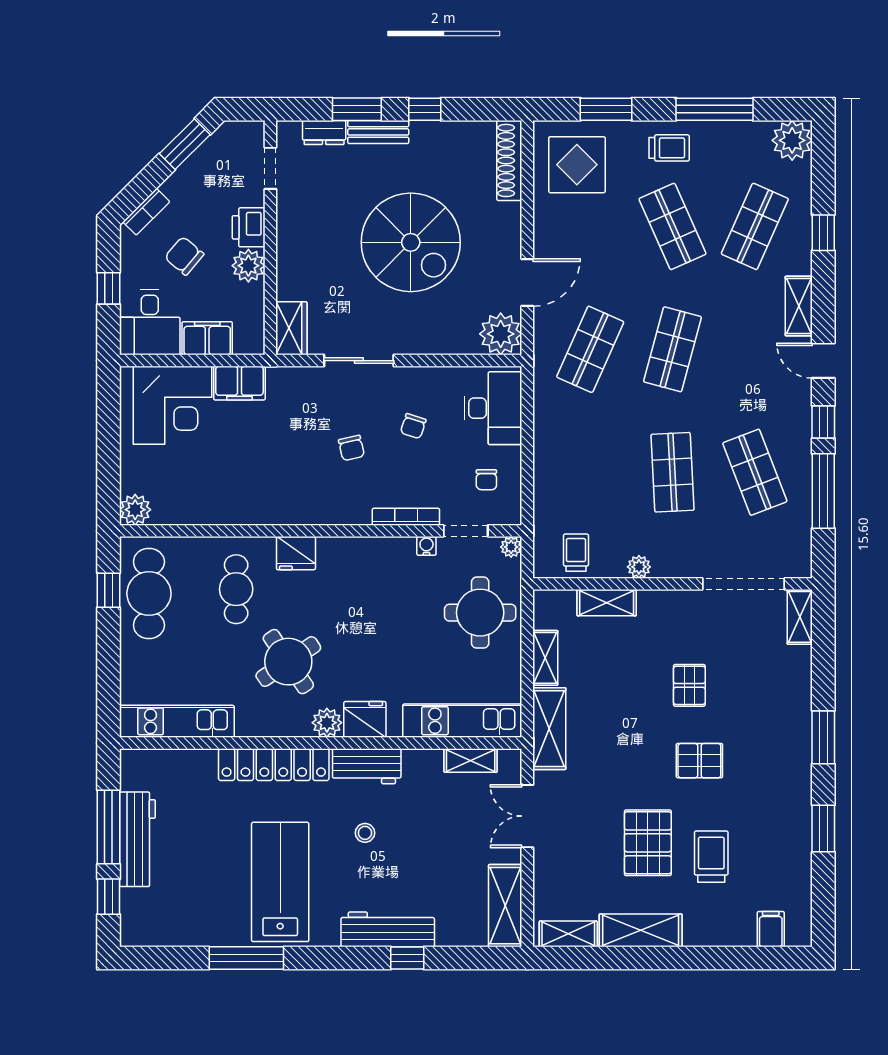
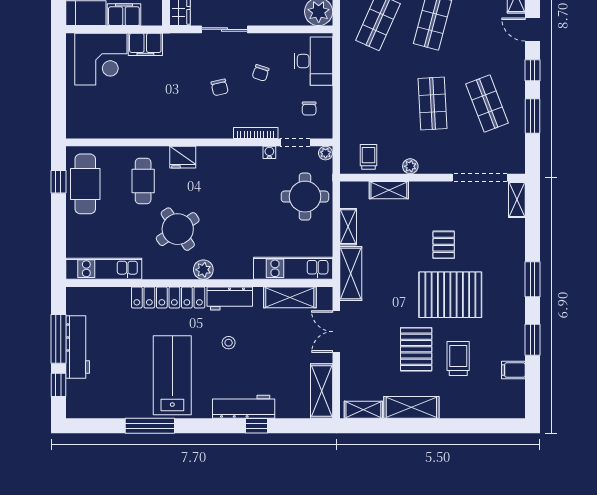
window: (823, 491) -> (532, 116), width x0.69
plant: (135, 510) -> (76, 128), removed
fridge: (365, 719) -> (228, 267), removed
shelving: (471, 761) -> (290, 297), width x1.50, depth x1.33
pallet: (699, 761) -> (450, 295), width x2.05, depth x2.00
filing cabinet: (771, 929) -> (513, 370), moved, turned -90

